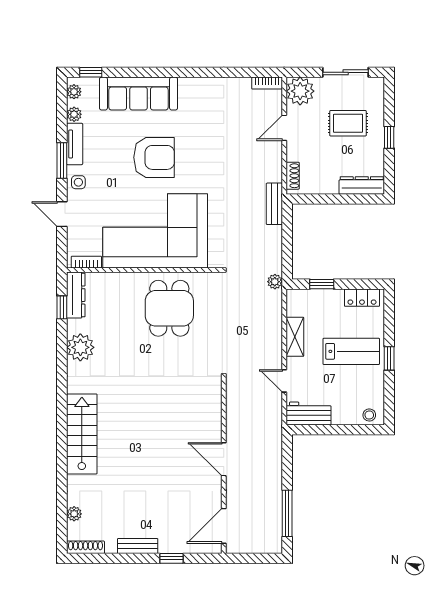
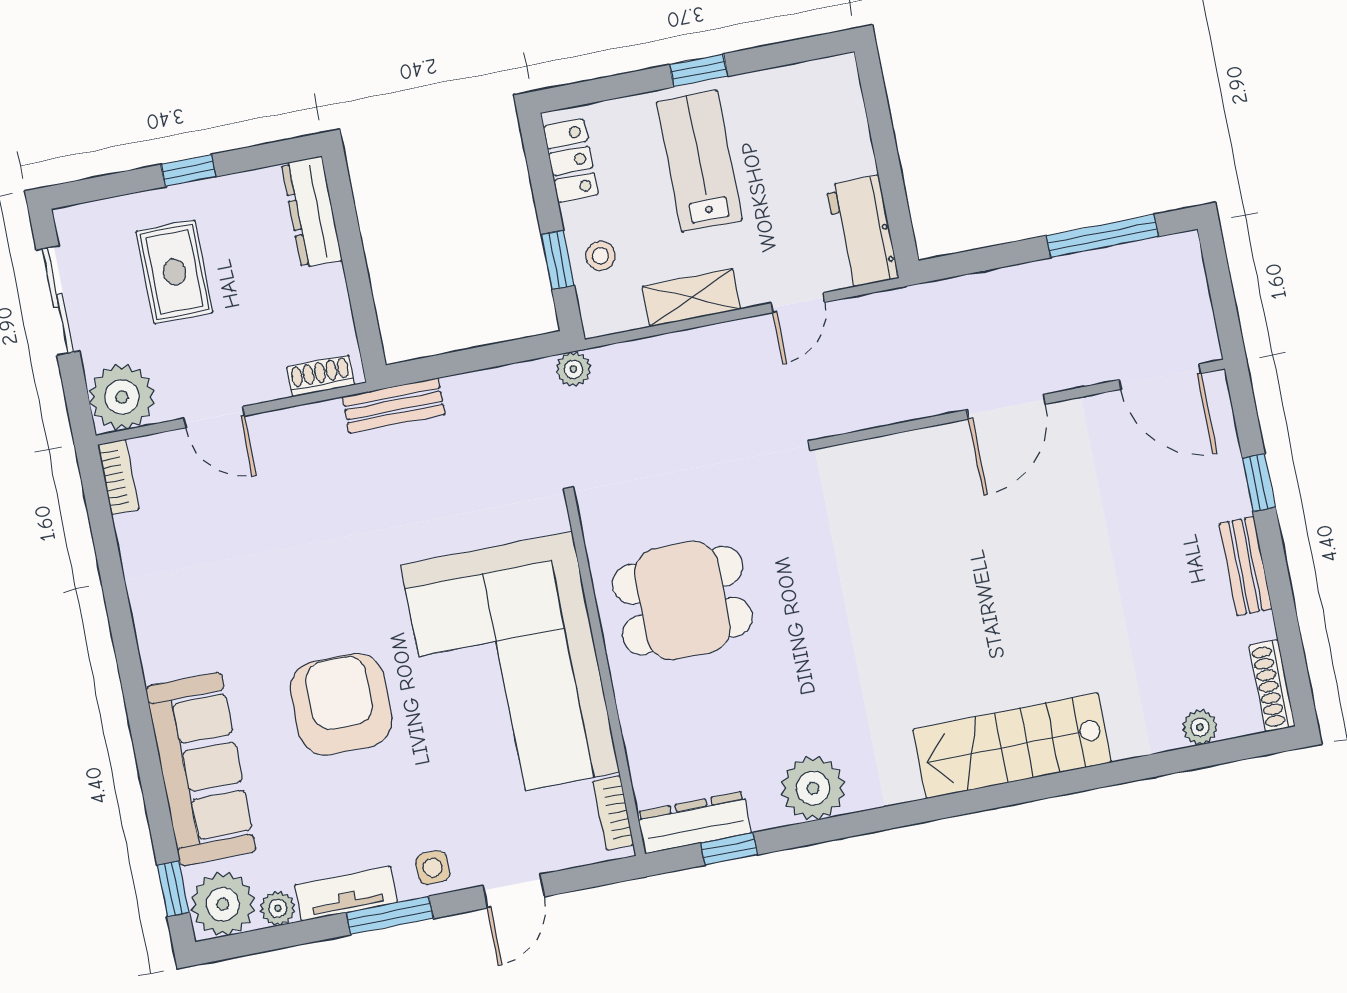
plant: (74, 92) -> (223, 904), width x1.88, depth x1.88
stool: (369, 415) -> (600, 256), moved

